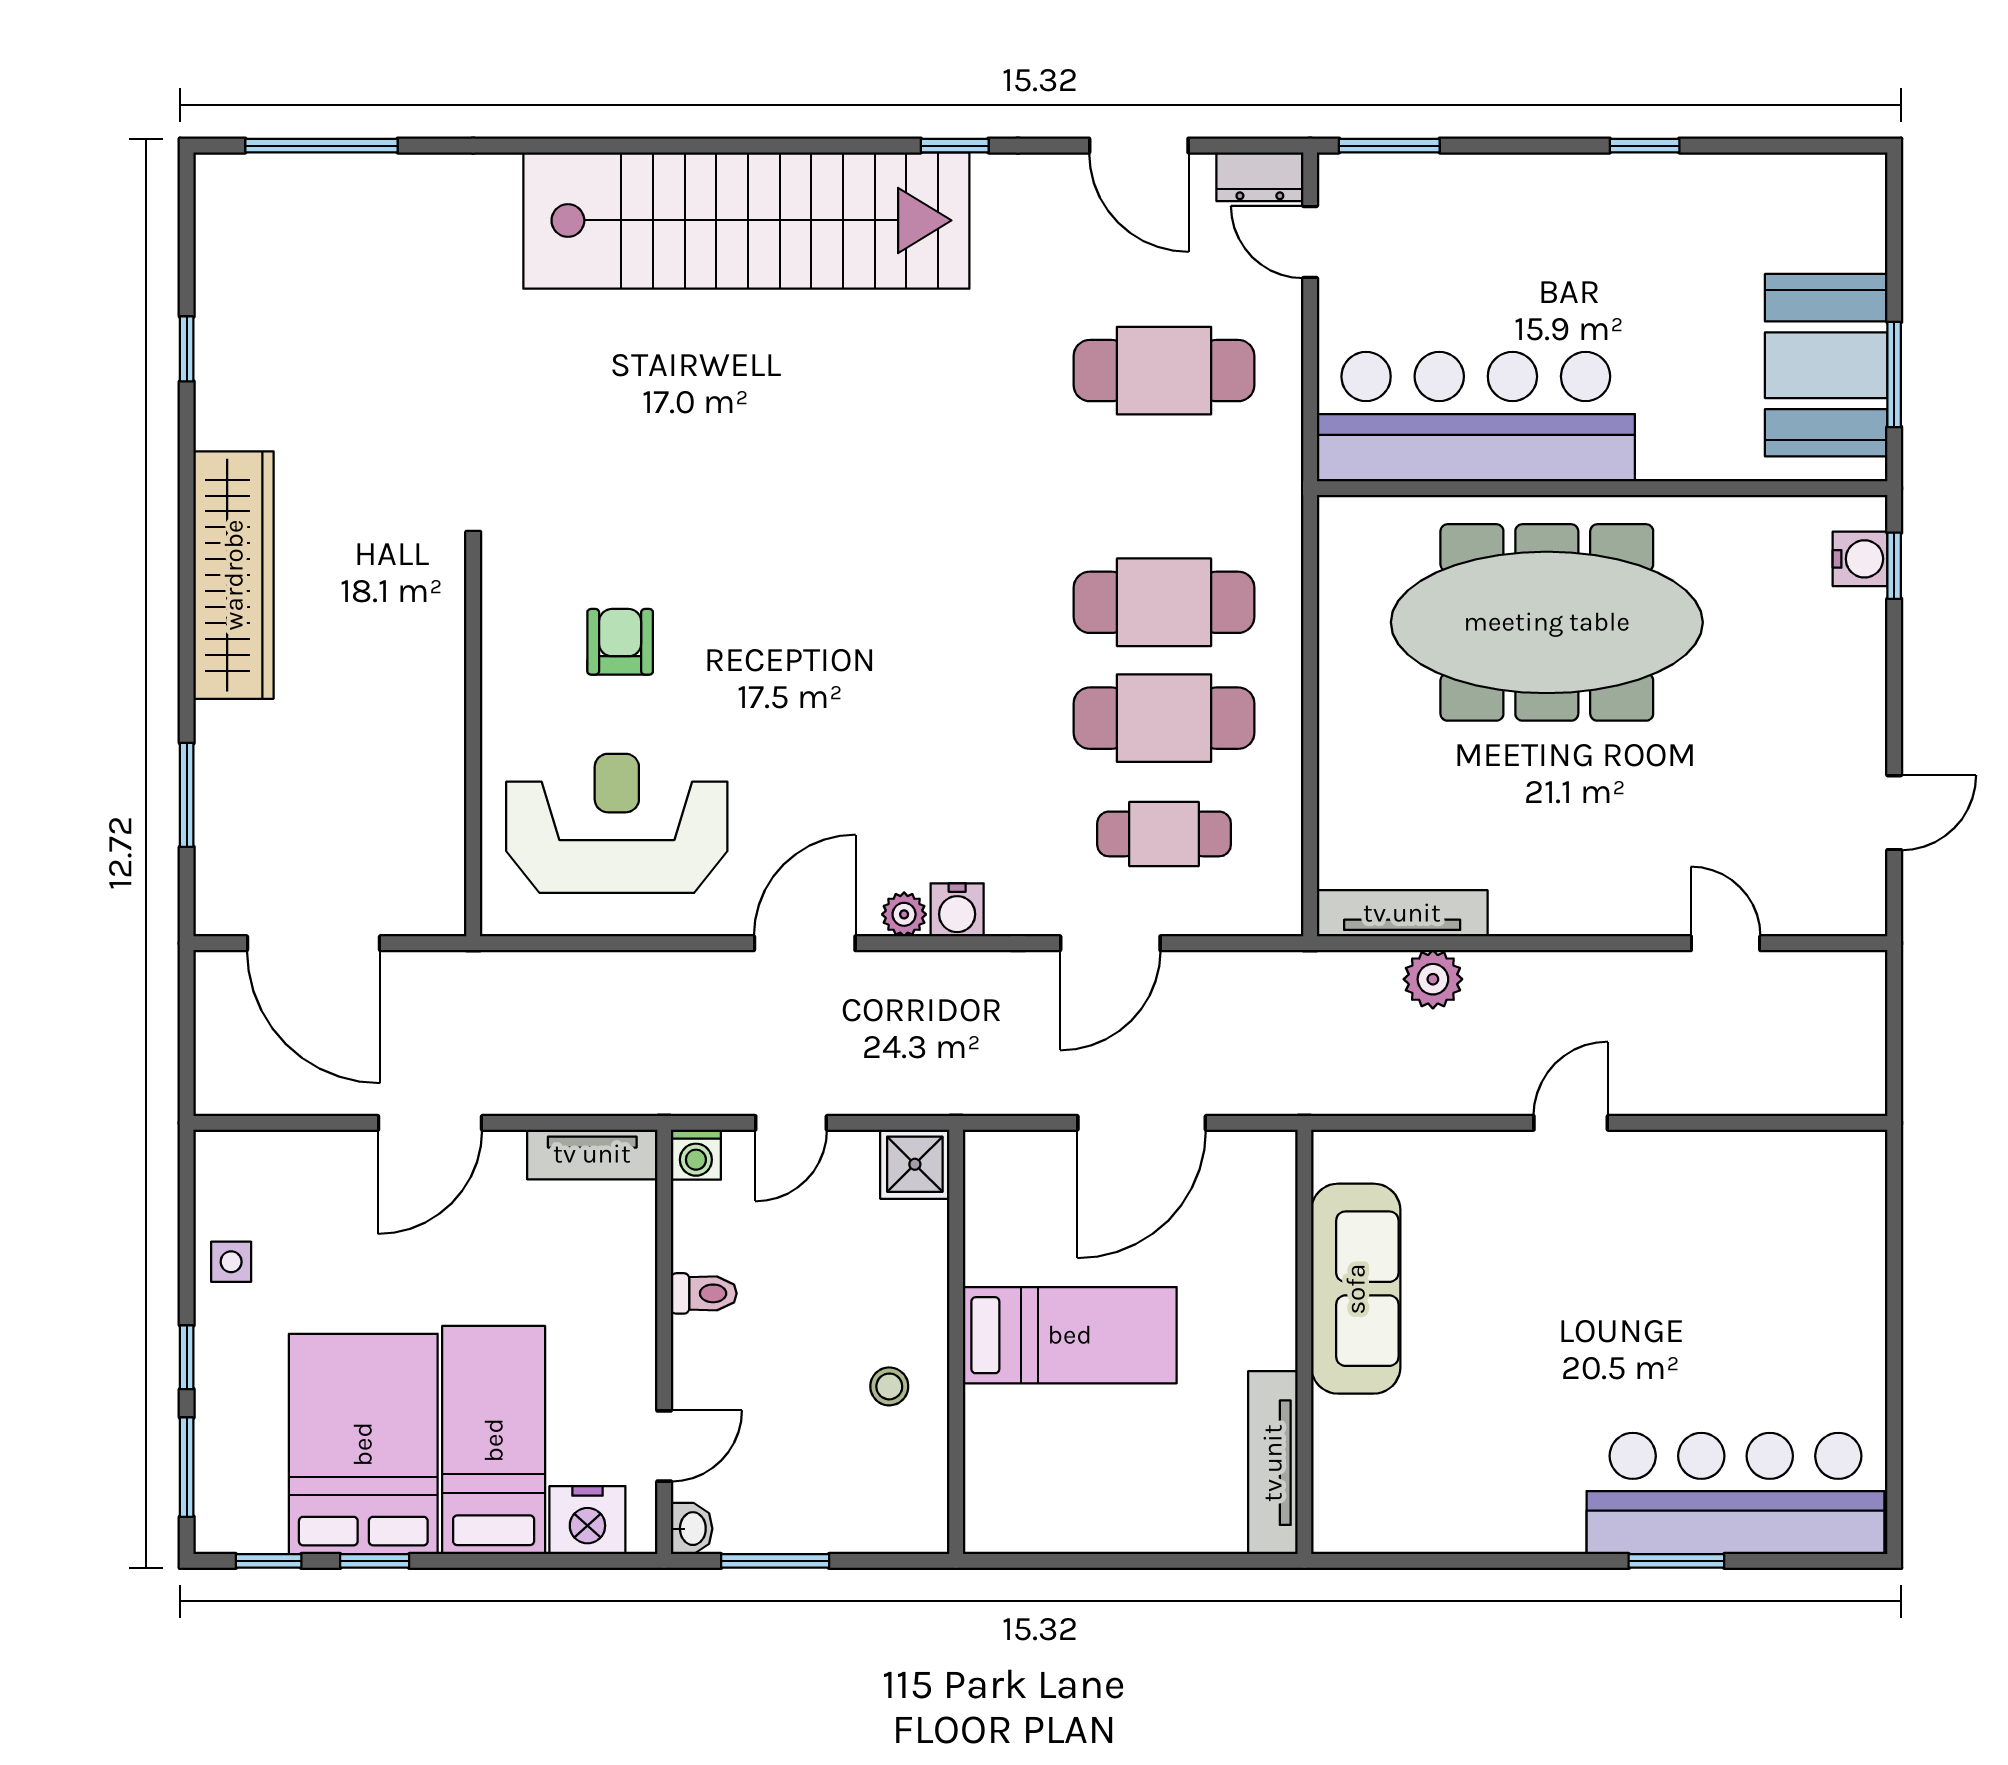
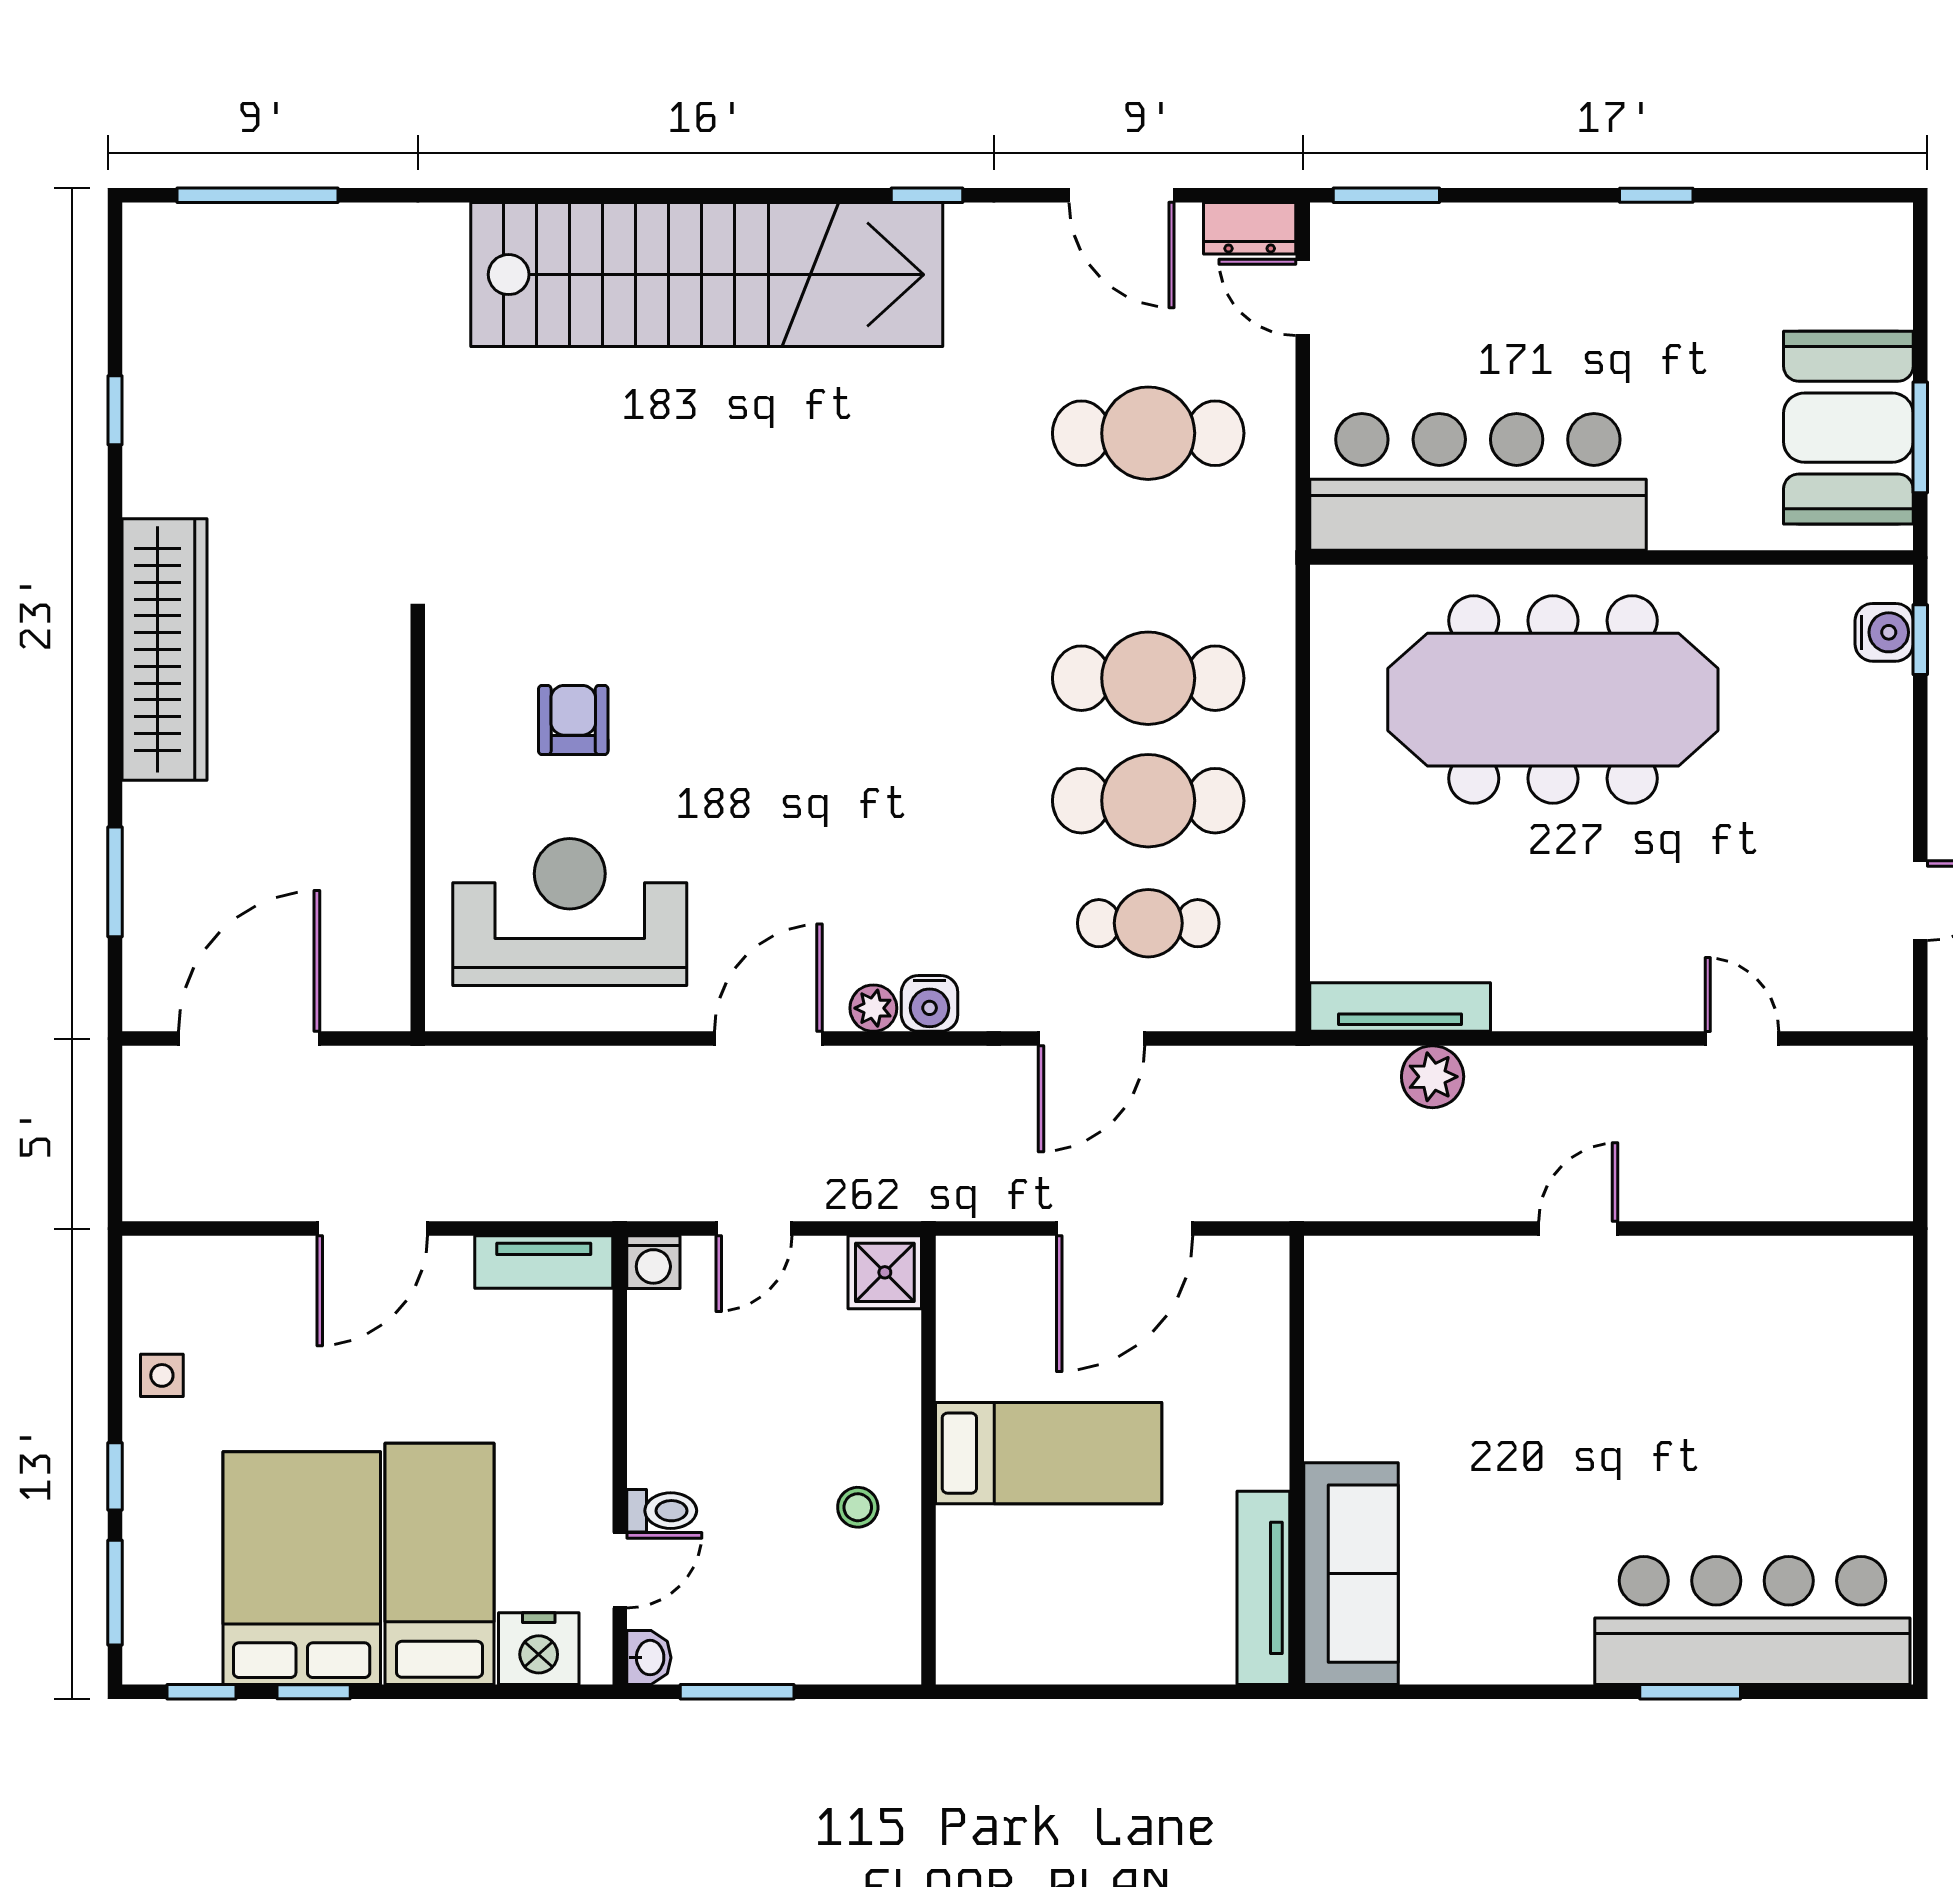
door: (314, 943) -> (249, 1039), swing flipped
sofa: (1356, 1289) -> (1351, 1574), moved
toilet: (704, 1293) -> (662, 1511), moved

